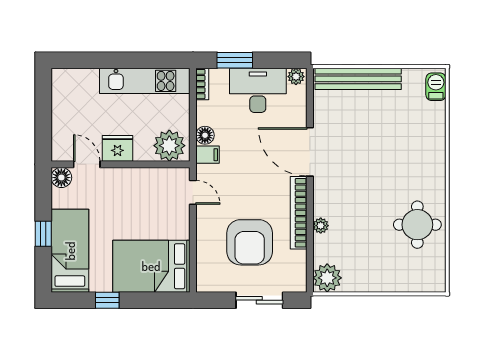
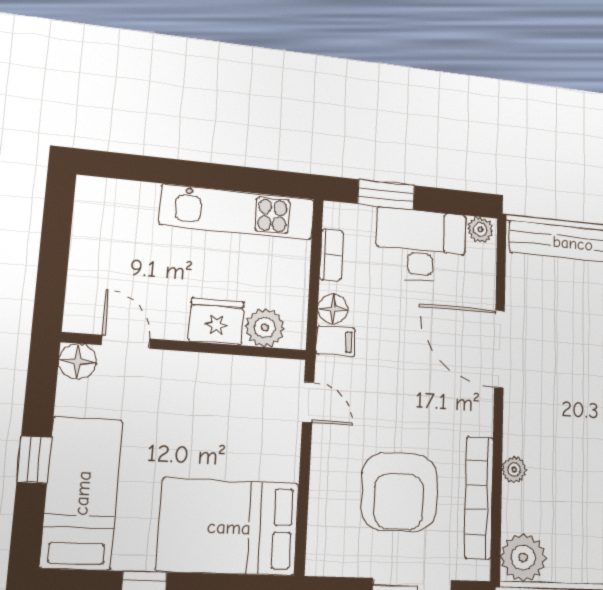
bookcase: (202, 84) -> (331, 255), moved
plant: (169, 146) -> (265, 328), width x0.73, depth x0.73
fridge: (117, 148) -> (216, 321), moved
bookcase: (299, 213) -> (479, 497), moved

